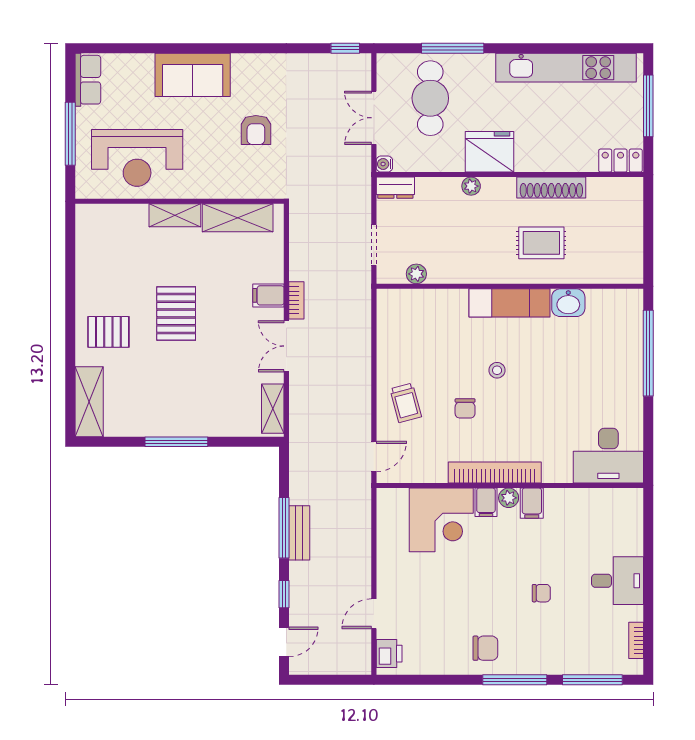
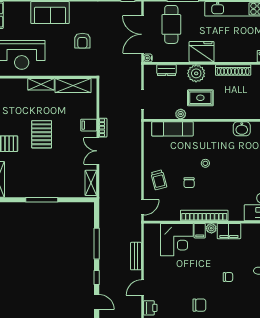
double door: (374, 118) -> (142, 34), width x1.37
plant: (471, 186) -> (196, 73), width x1.88, depth x1.88
dresser: (395, 188) -> (167, 70), moved
rug: (541, 243) -> (200, 98), moved
plant: (416, 274) -> (181, 114), moved
exam couch: (509, 303) -> (172, 129), moved
filing cabinet: (532, 503) -> (229, 231), width x2.00
bench: (299, 533) -> (136, 256), moved
door: (284, 642) -> (97, 302), hinge flipped

